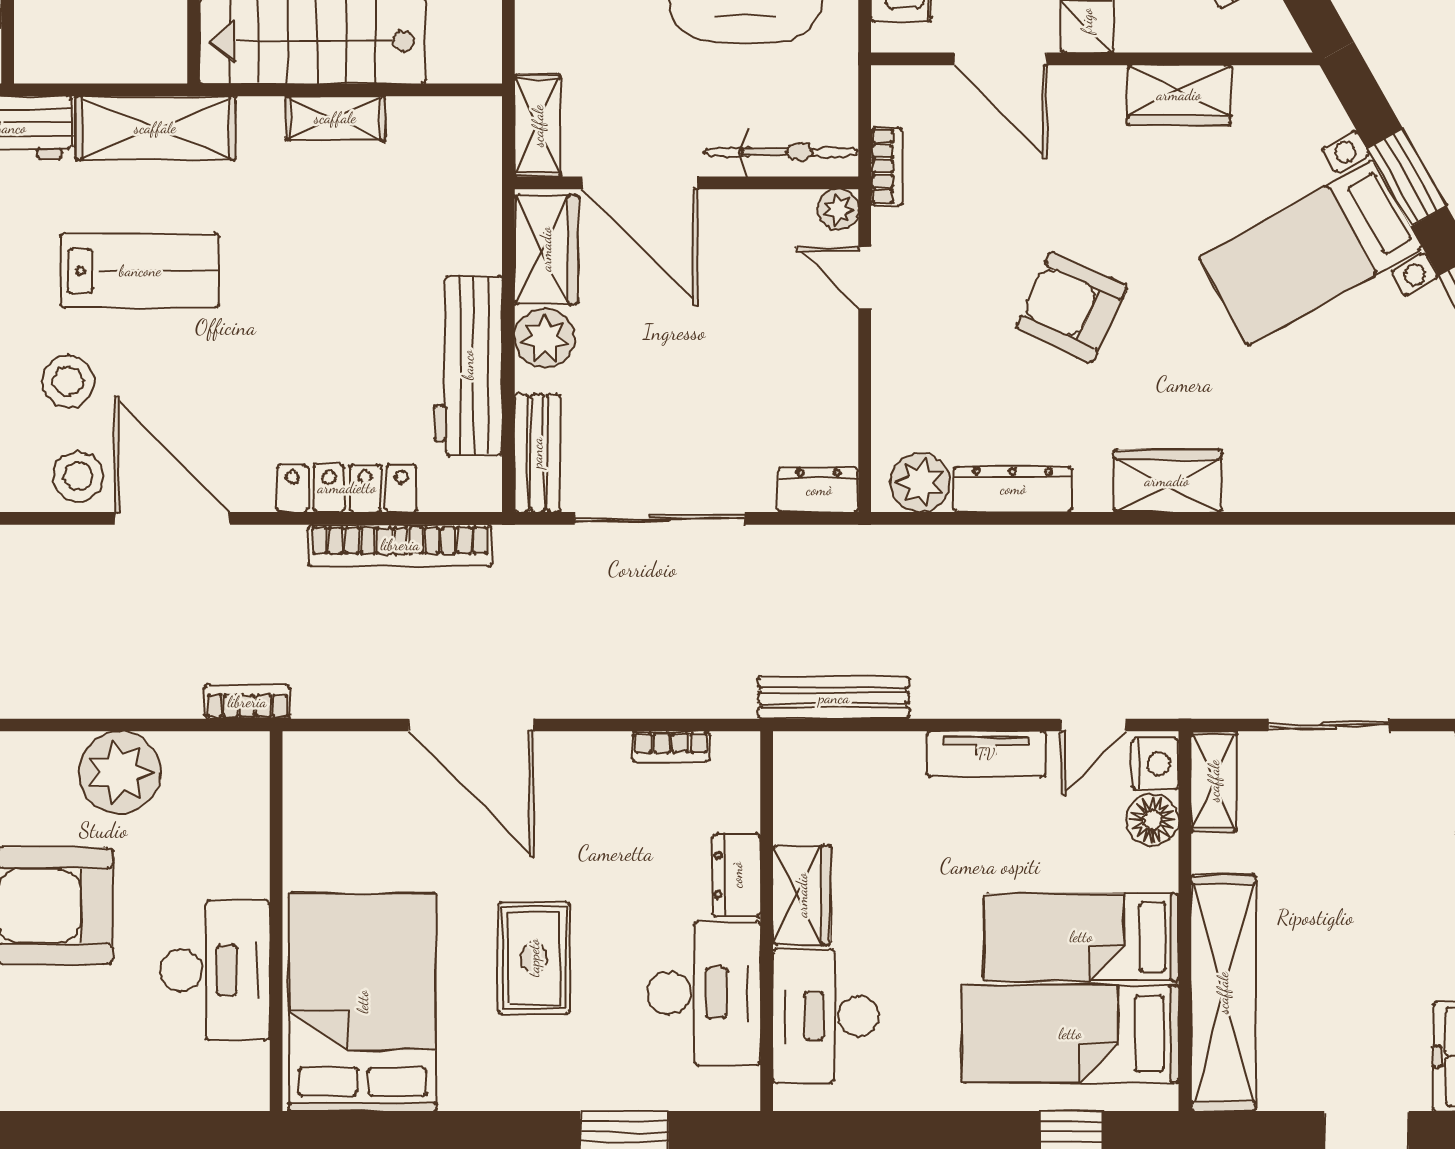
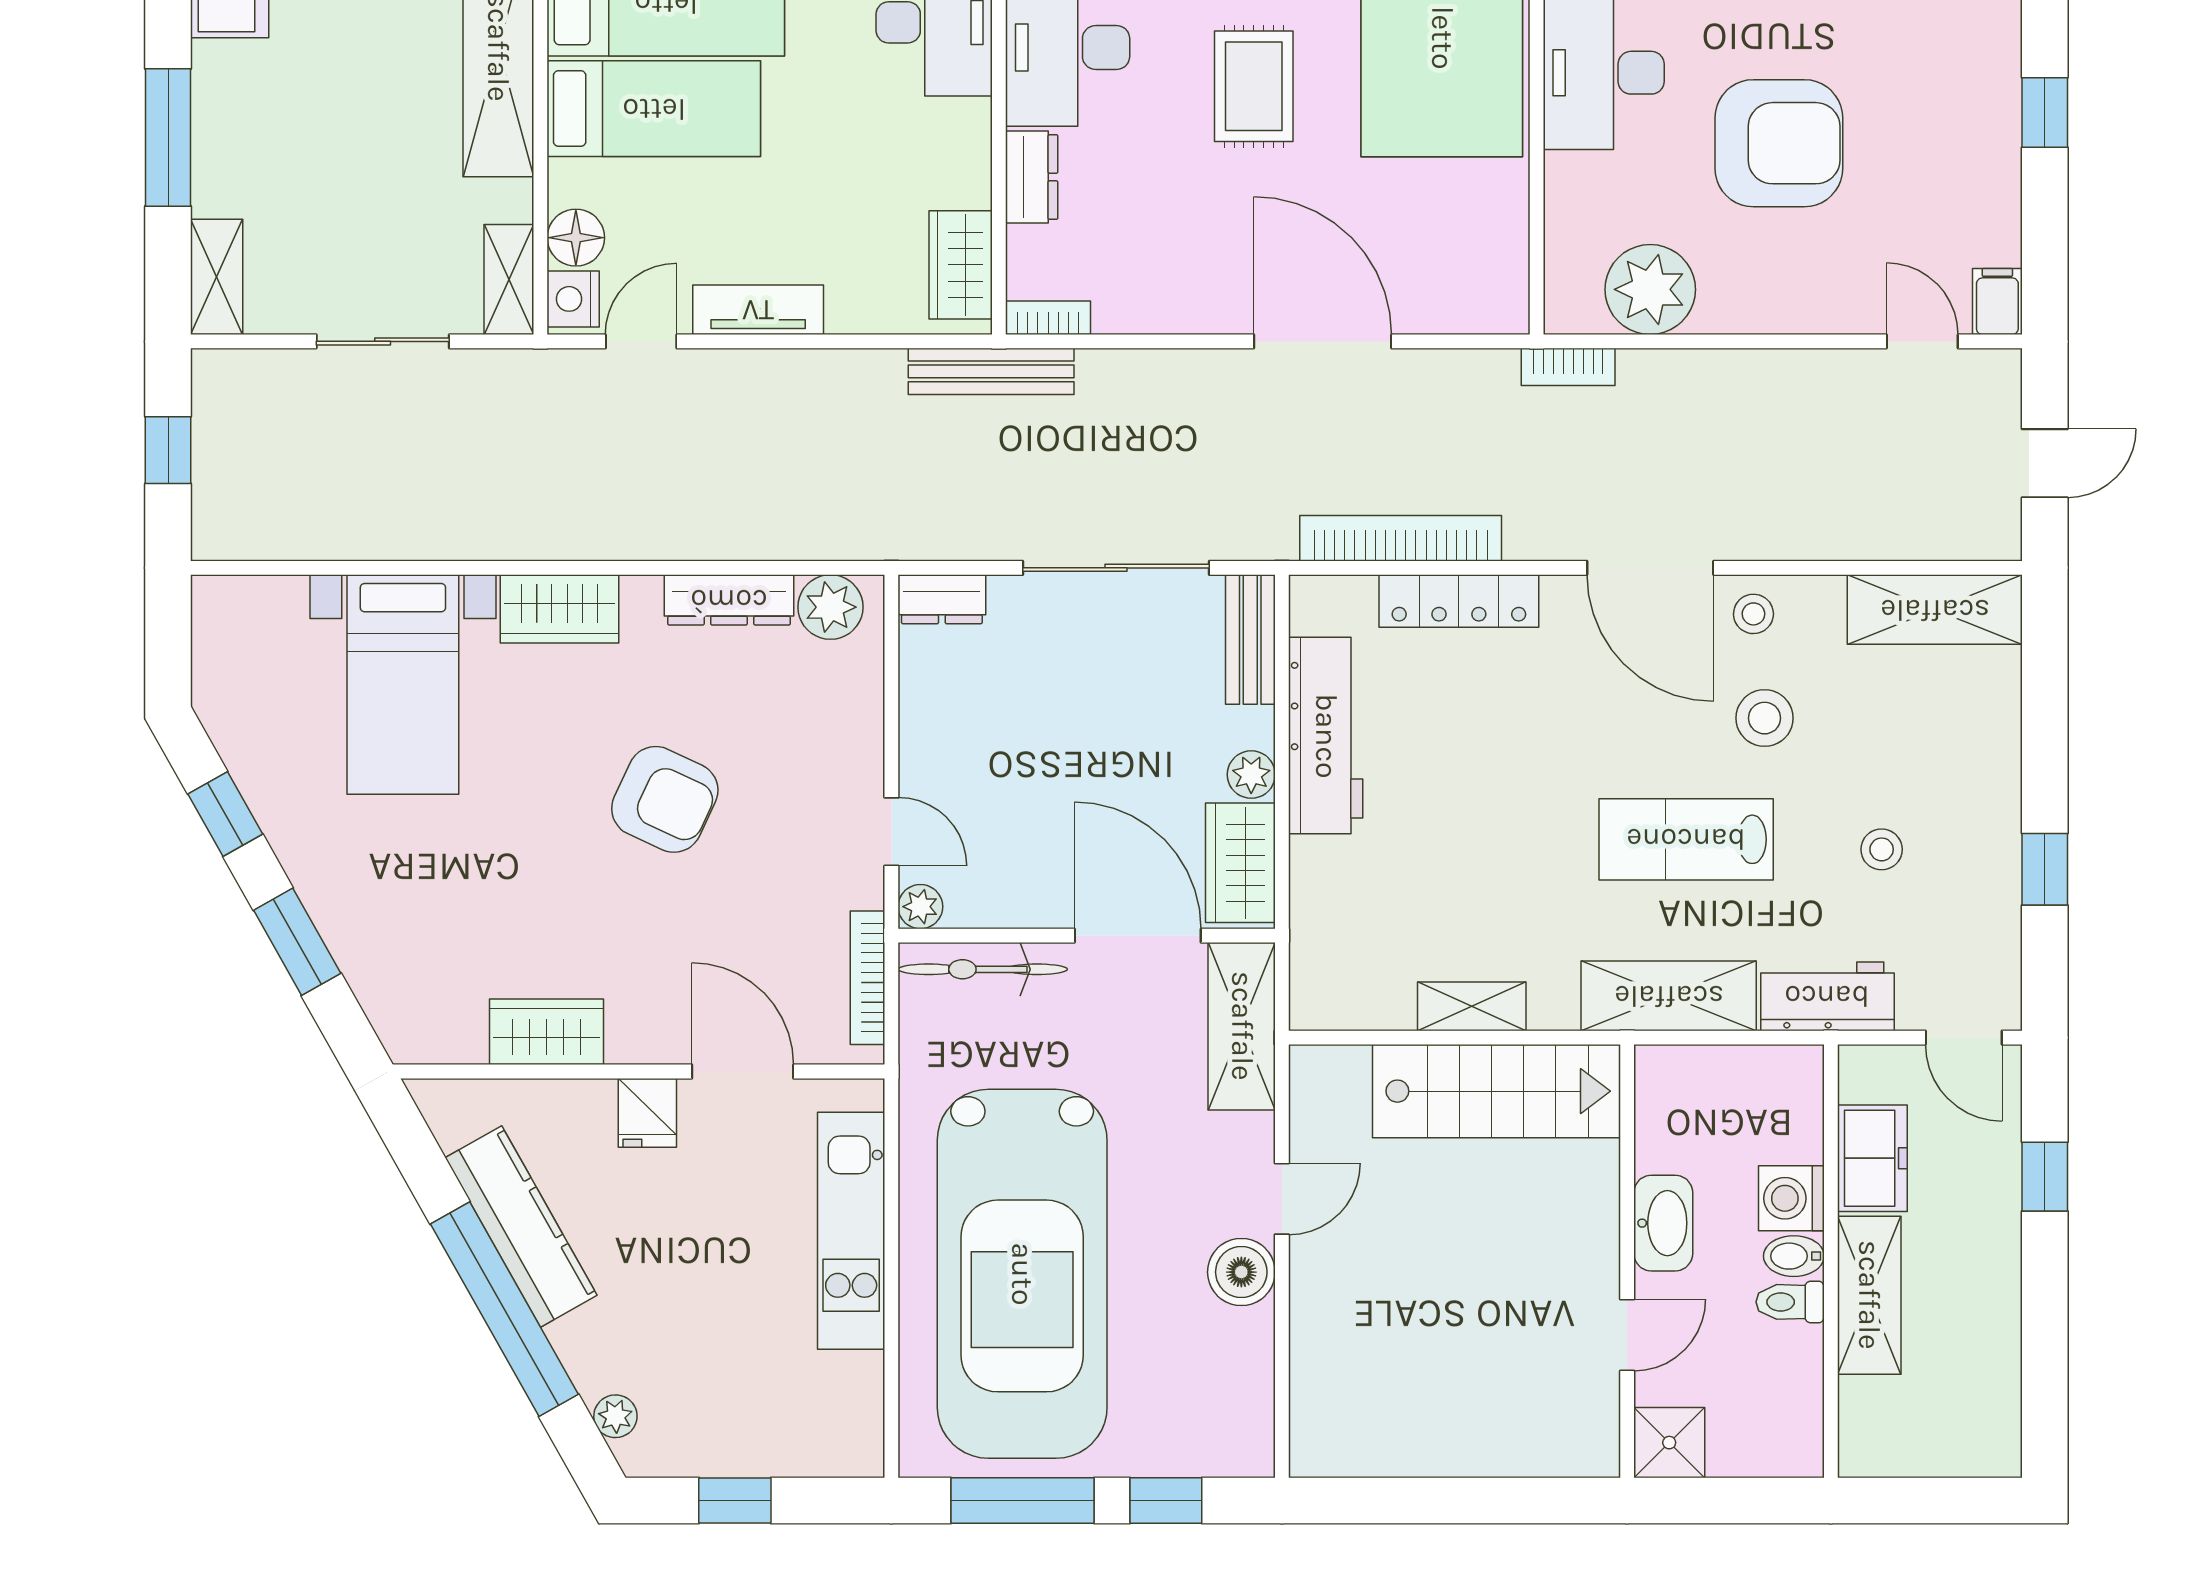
shelving: (538, 126) -> (1242, 1026), width x1.50, depth x1.33
bookcase: (886, 166) -> (867, 978), width x1.56
bed with nightstands: (1310, 252) -> (403, 684), moved, turned 119
plant: (545, 338) -> (1251, 775), width x0.73, depth x0.73
stool: (78, 476) -> (1753, 614), width x0.73, depth x0.73
bench: (834, 698) -> (991, 371), moved
bookcase: (671, 747) -> (1048, 318), moved
plant: (119, 772) -> (1650, 289), moved
wardrobe: (802, 895) -> (961, 265), moved

